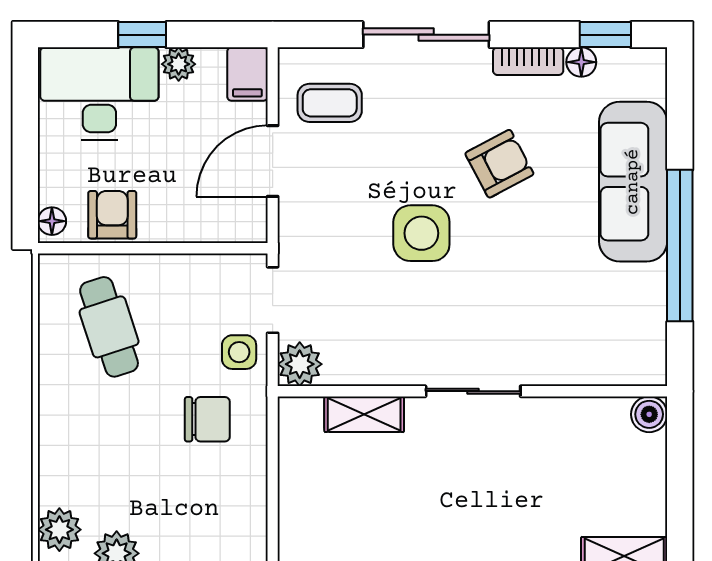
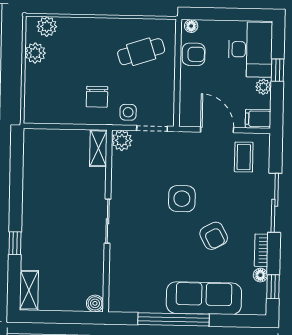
shelving: (364, 414) -> (98, 148), moved

